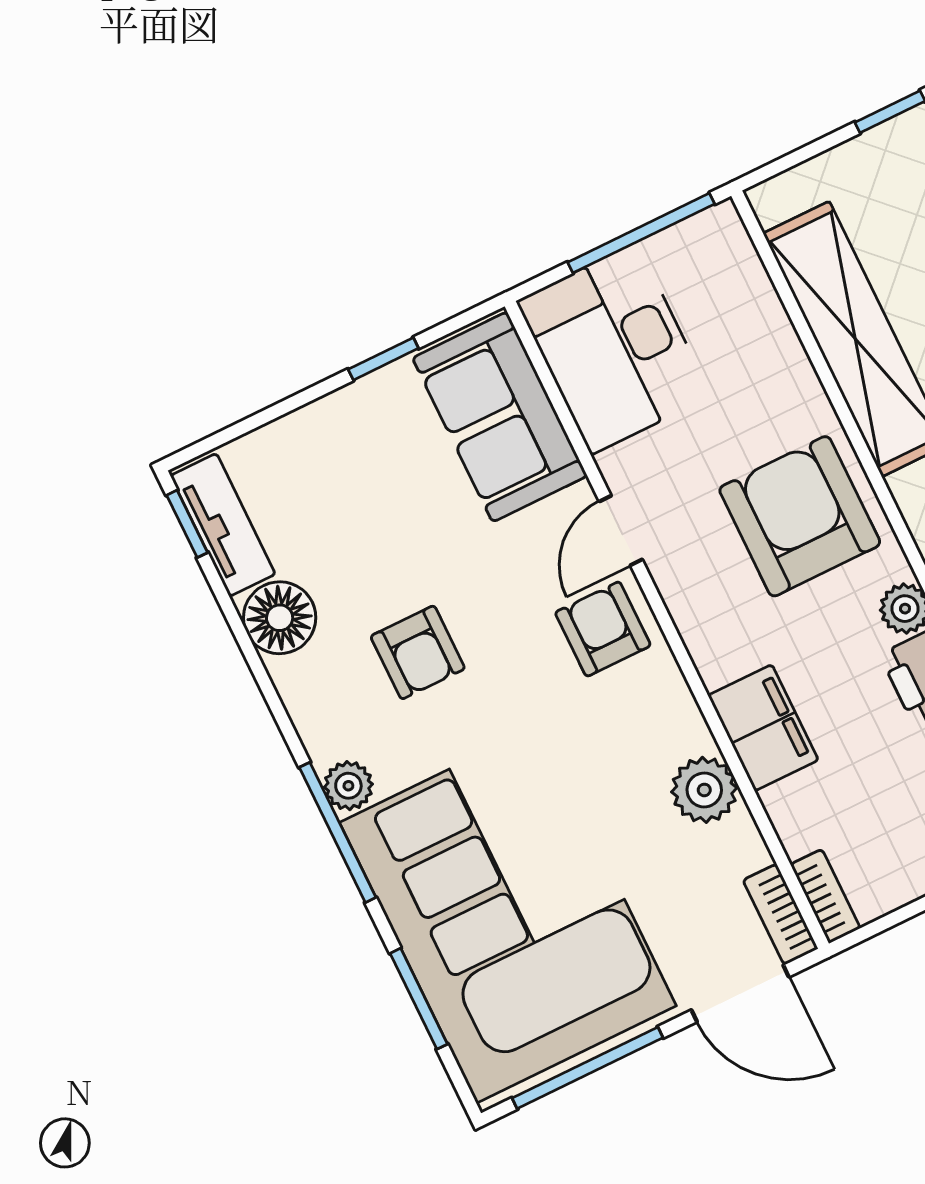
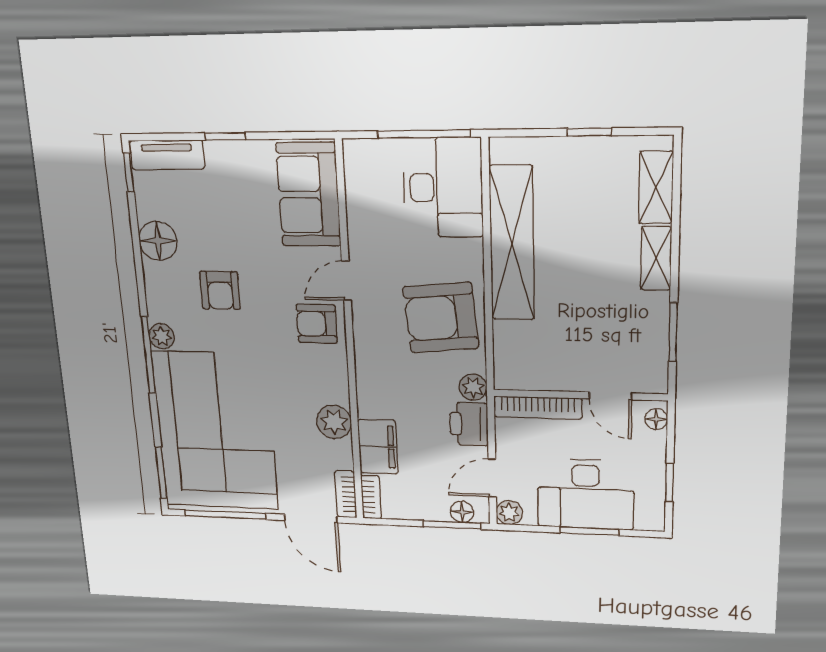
desk: (614, 349) -> (443, 188), moved, turned 180
window: (383, 359) -> (225, 136), moved
armchair: (800, 516) -> (441, 318), turned -95
tv unit: (223, 525) -> (167, 155), moved, turned 90
armchair: (603, 629) -> (317, 324), turned -90
filing cabinet: (763, 728) -> (378, 447), moved
window: (419, 999) -> (161, 473), moved

